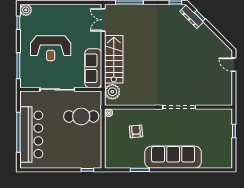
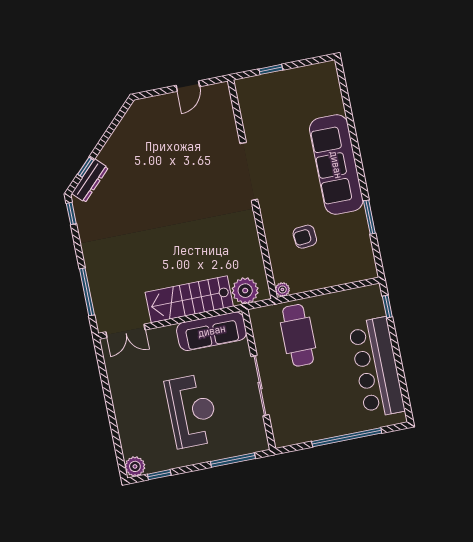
door: (234, 65) -> (188, 86), moved
bar counter: (31, 135) -> (377, 367), moved, turned -90

